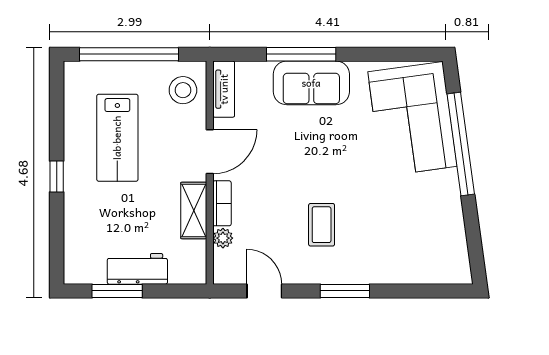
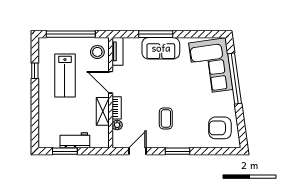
door: (210, 152) -> (111, 82), swing flipped
window: (57, 176) -> (35, 71), moved
armchair: (431, 244) -> (220, 128), added
door: (264, 291) -> (138, 151), hinge flipped

